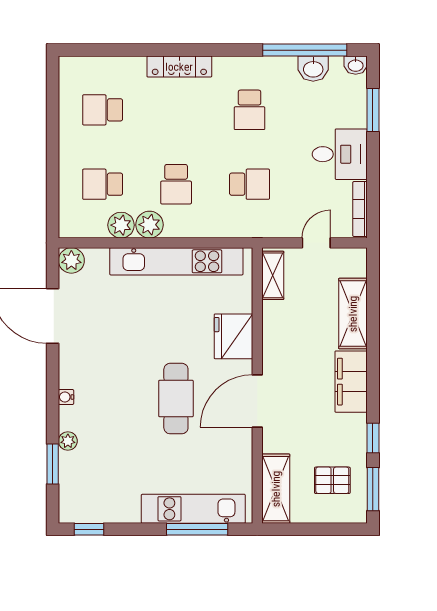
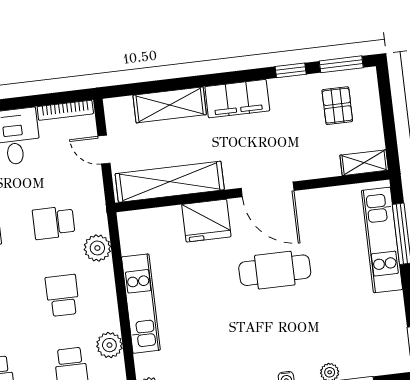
school desk: (176, 184) -> (62, 295), turned -90
school desk: (249, 184) -> (54, 223), turned -90
plant: (150, 225) -> (97, 248), moved
kitchen unit: (176, 261) -> (141, 304), width x0.73
shelving: (273, 275) -> (170, 182), width x2.20, depth x1.33
shelving: (276, 489) -> (364, 163), width x0.67, depth x0.75

